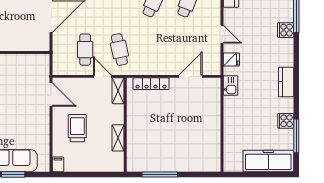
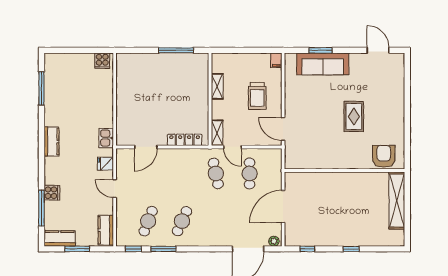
cooker: (286, 121) -> (102, 61), moved, turned 90
freezer: (268, 161) -> (69, 64), removed

